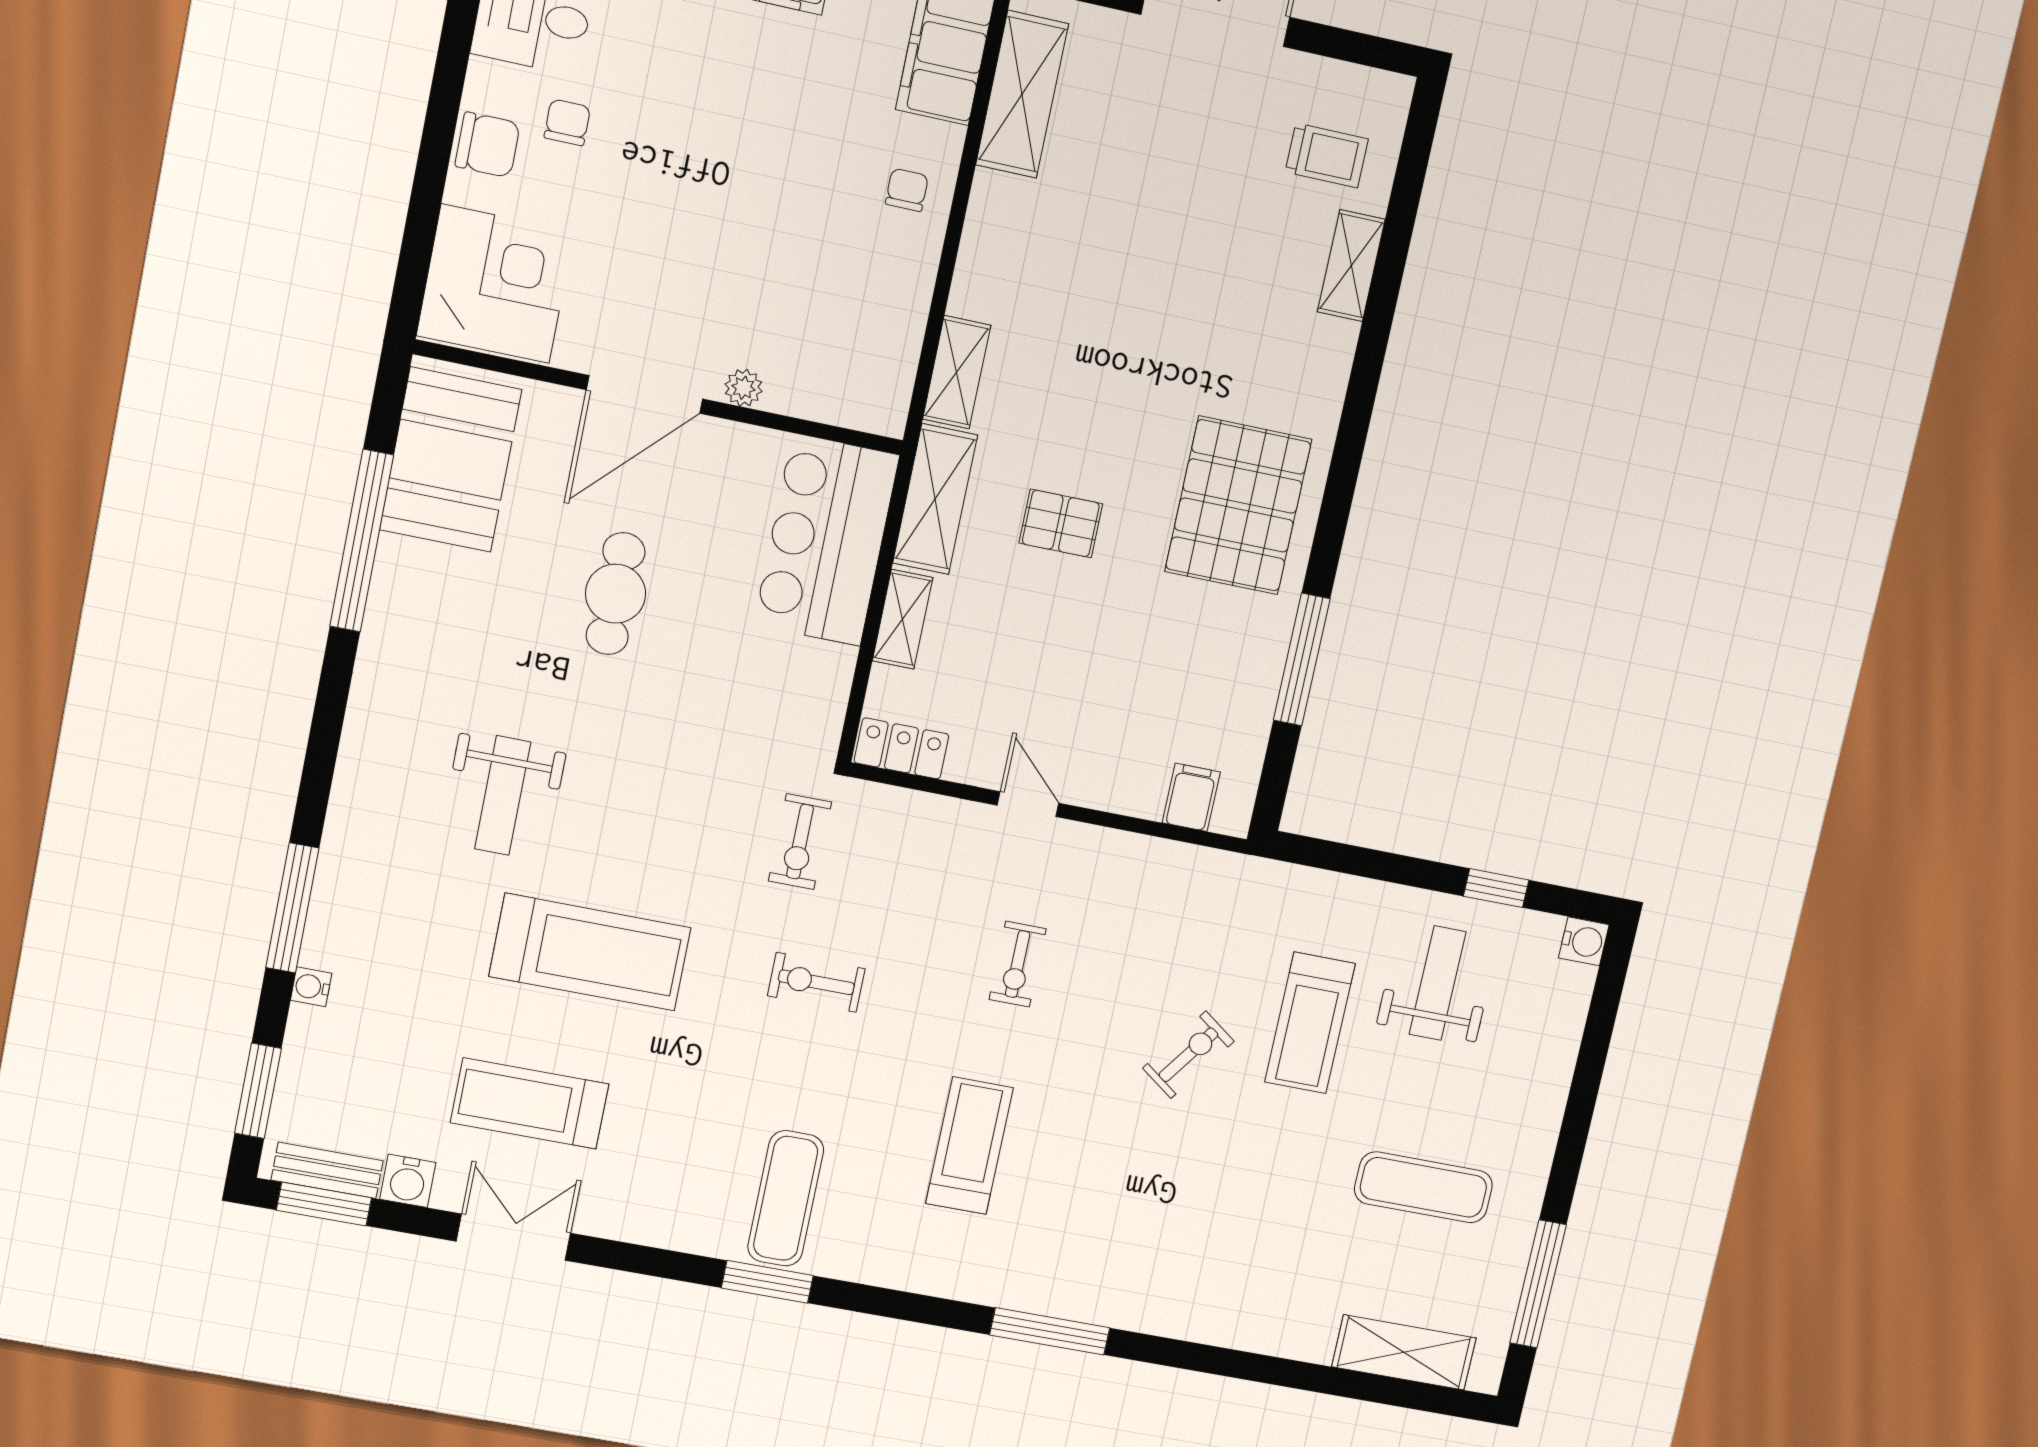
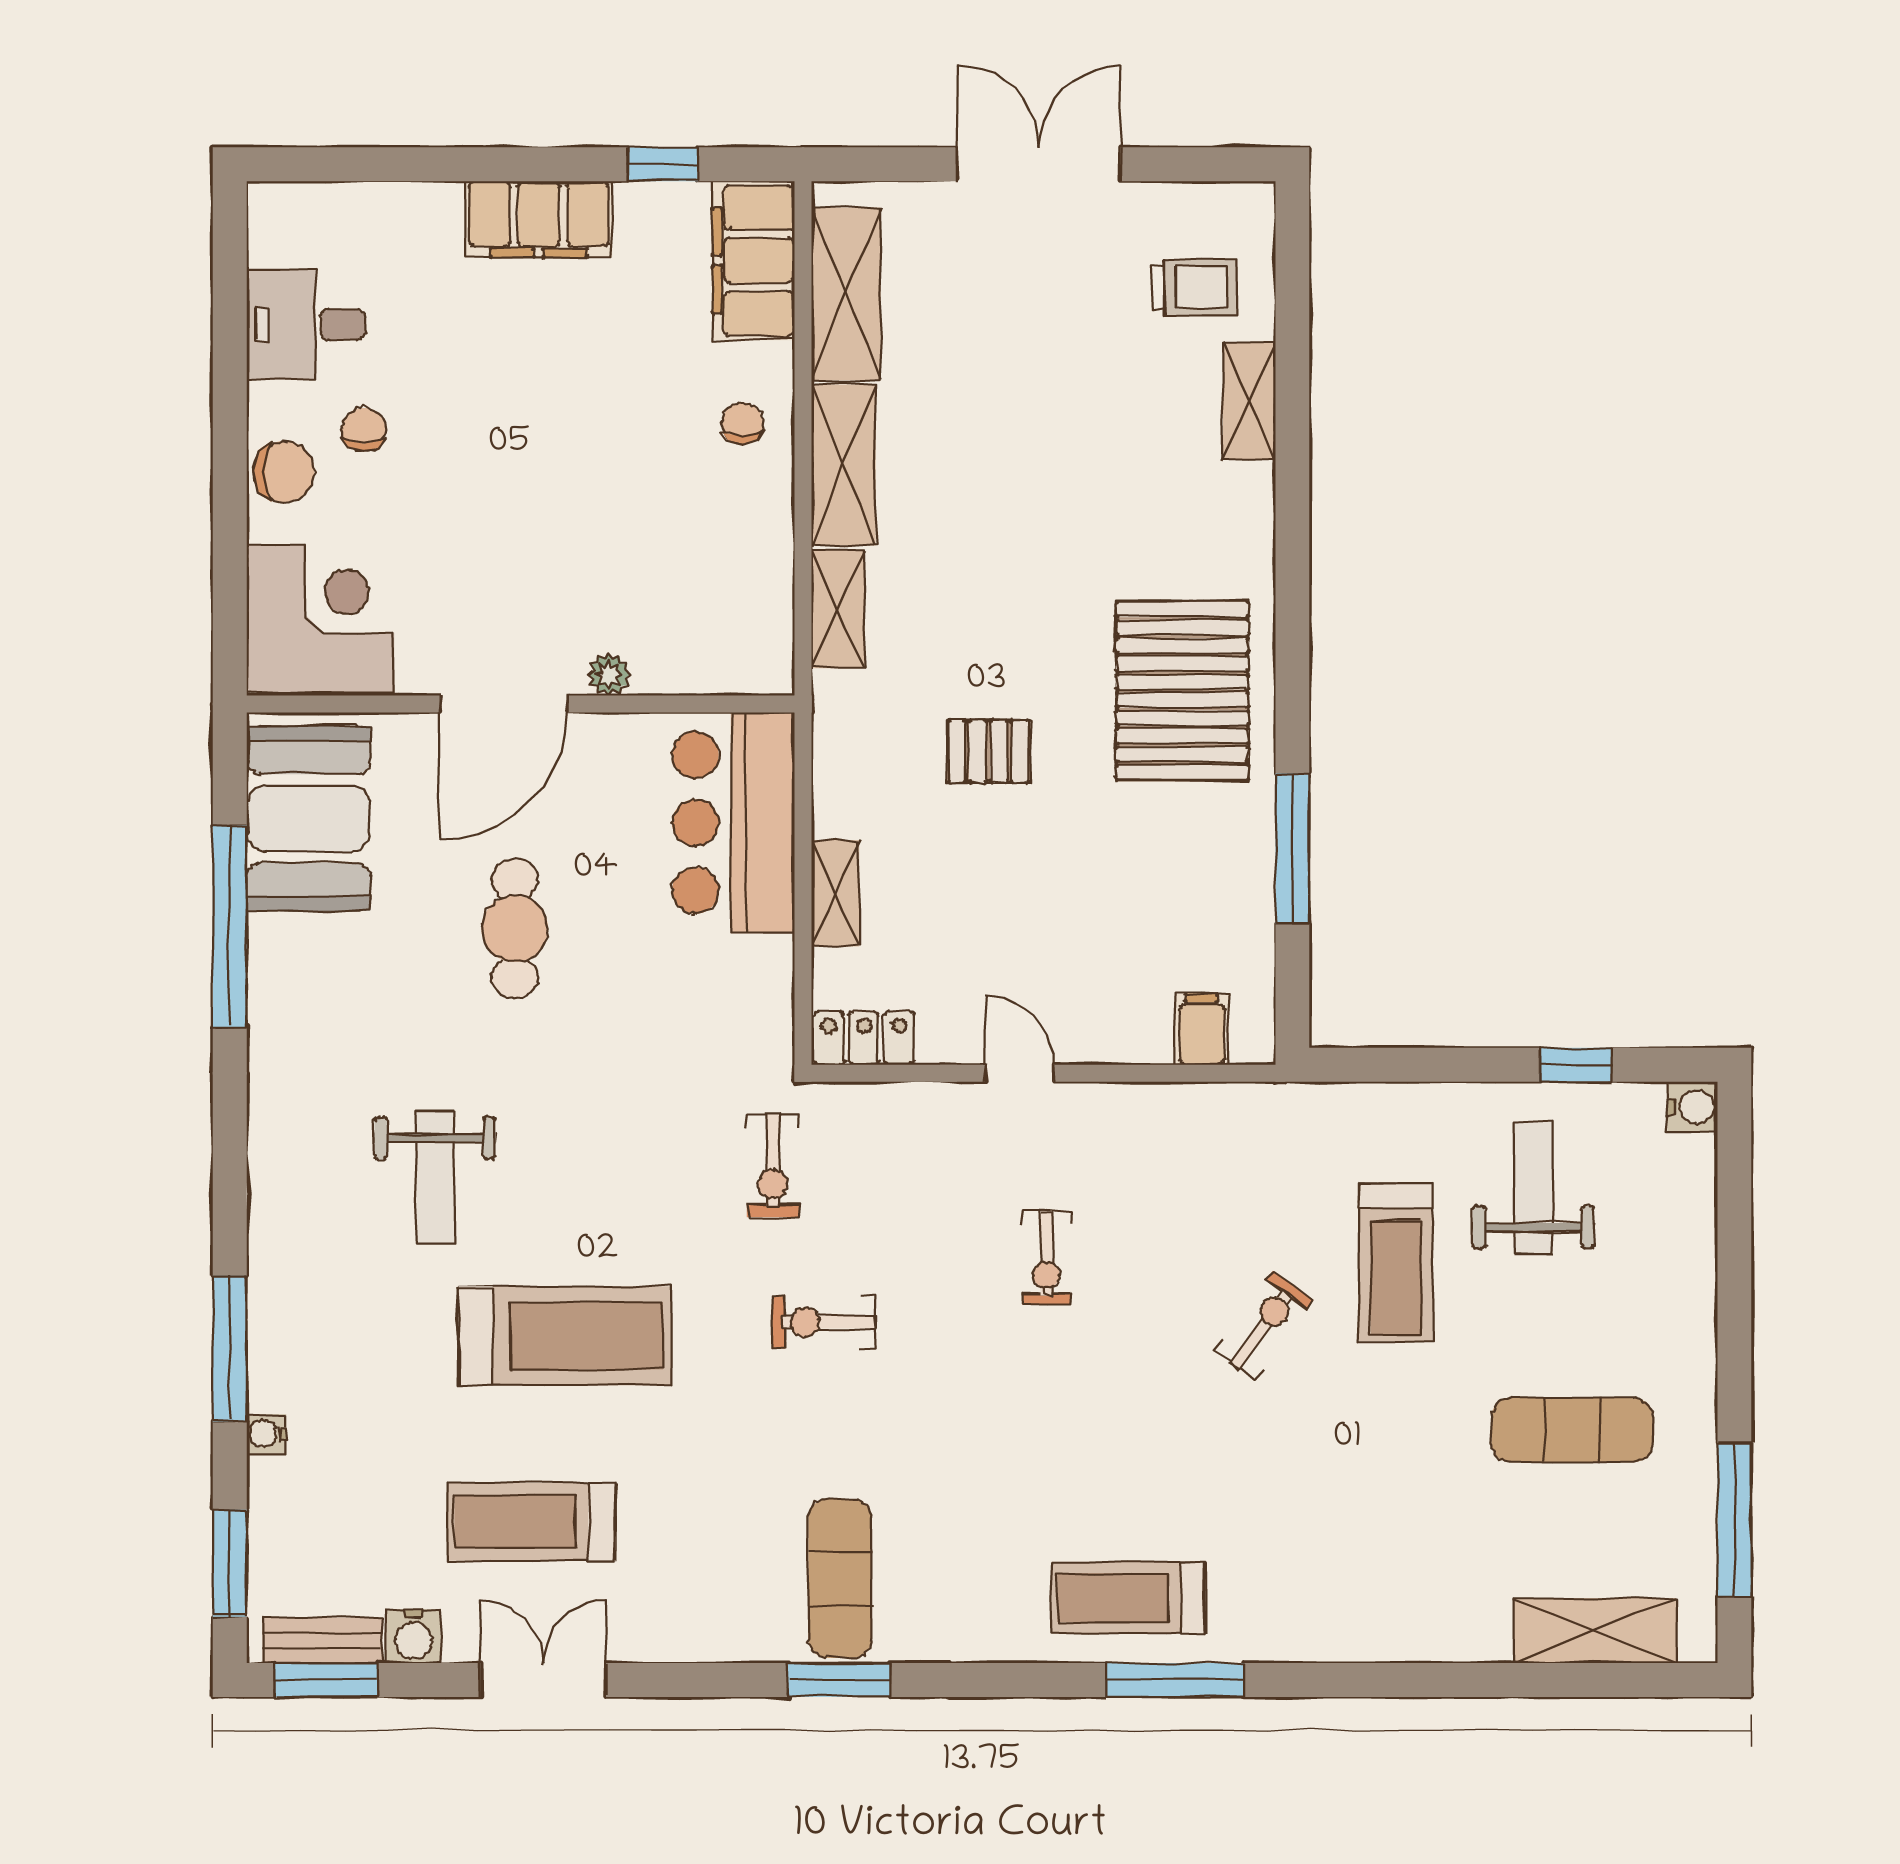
shelving: (935, 499) -> (844, 465), moved
treadmill: (969, 1146) -> (1128, 1598), moved, turned -90

